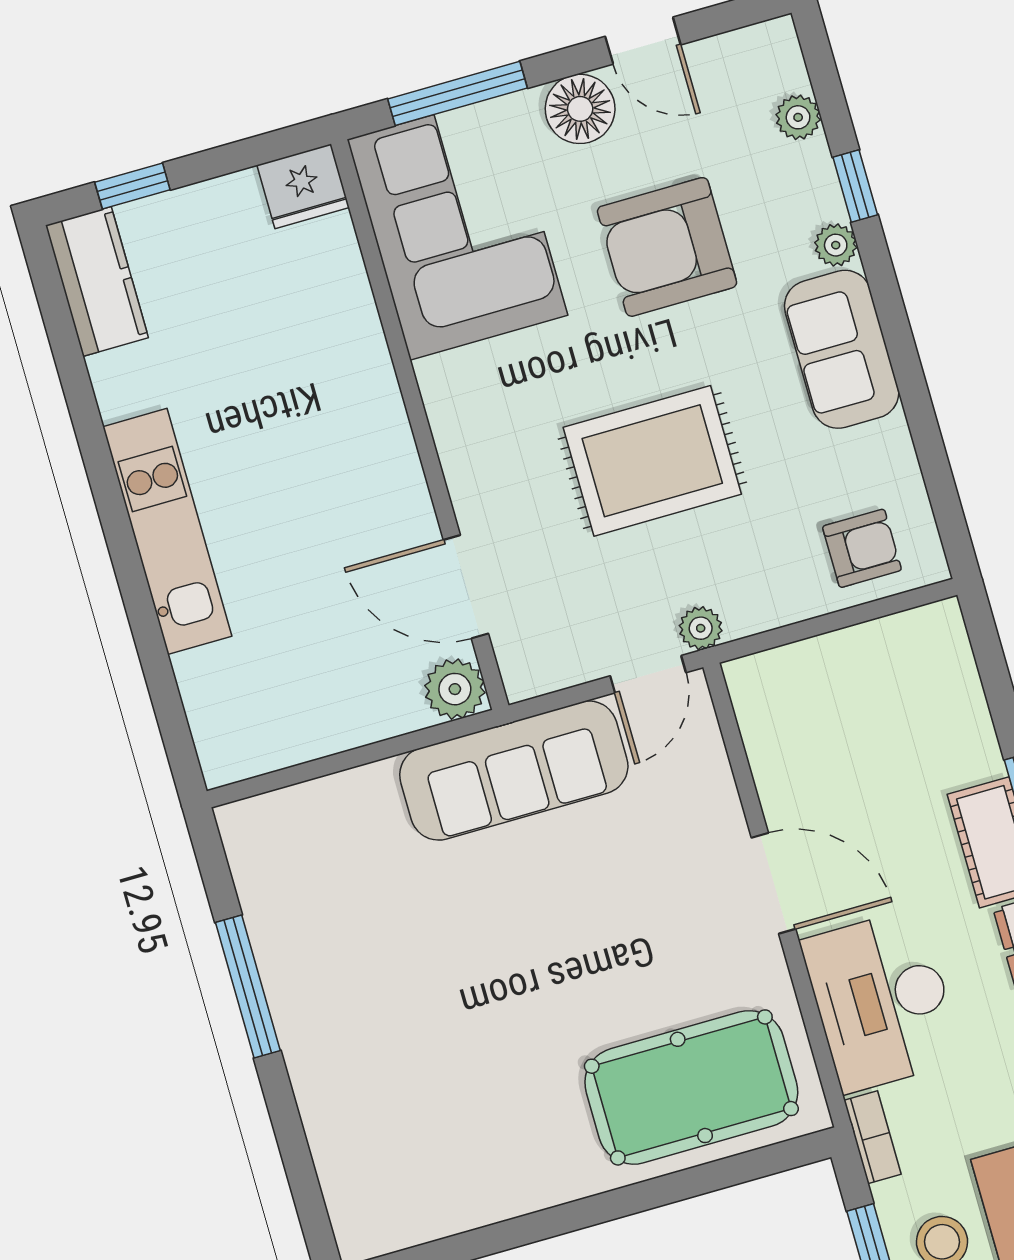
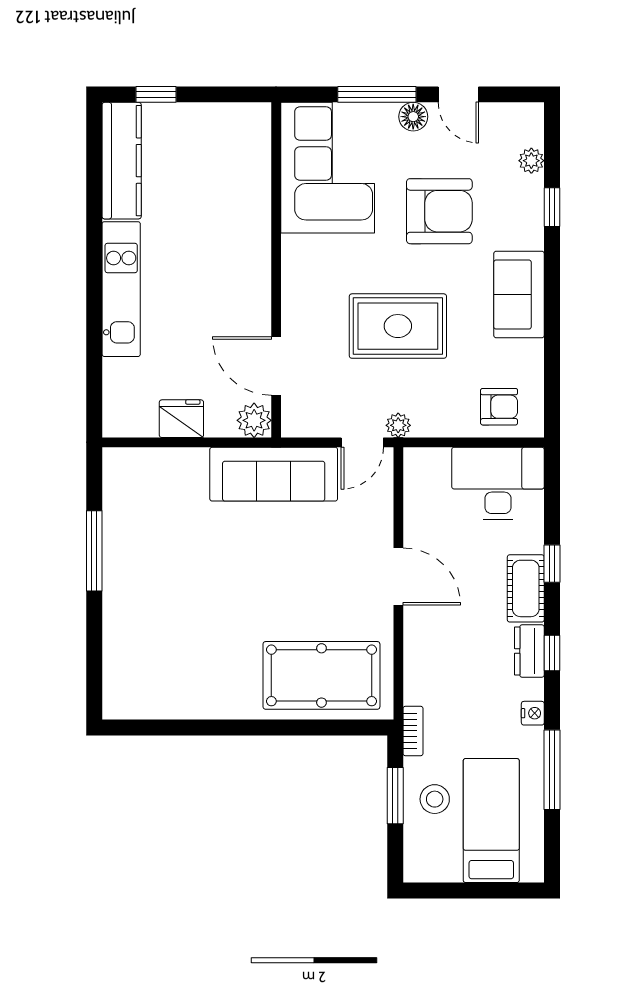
window: (457, 93) -> (377, 94), moved
floor lamp: (580, 109) -> (413, 117), width x0.73, depth x0.73
fridge: (303, 186) -> (181, 419), moved, turned 180
plant: (836, 245) -> (532, 237), removed
armchair: (667, 247) -> (439, 211), turned 180
kitchen counter: (97, 281) -> (122, 161), width x1.50
desk: (882, 1001) -> (498, 483), moved, turned 90

